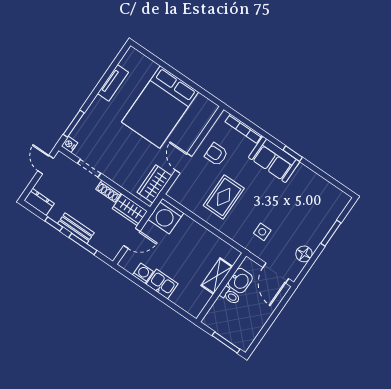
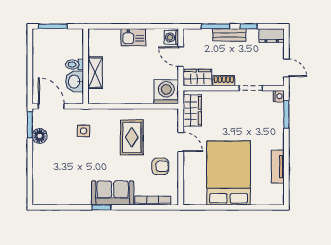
window: (331, 233) -> (30, 125), moved
door: (132, 238) -> (181, 57), hinge flipped
washing machine: (143, 273) -> (171, 37), moved, turned 90

